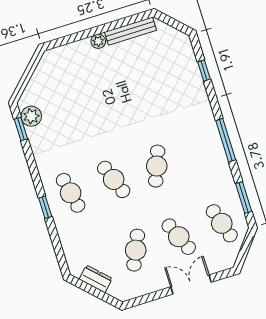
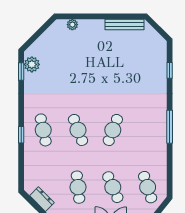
plant: (98, 41) -> (72, 25), moved
window: (244, 198) -> (170, 173), removed
cafe table: (136, 250) -> (78, 187), turned -30

